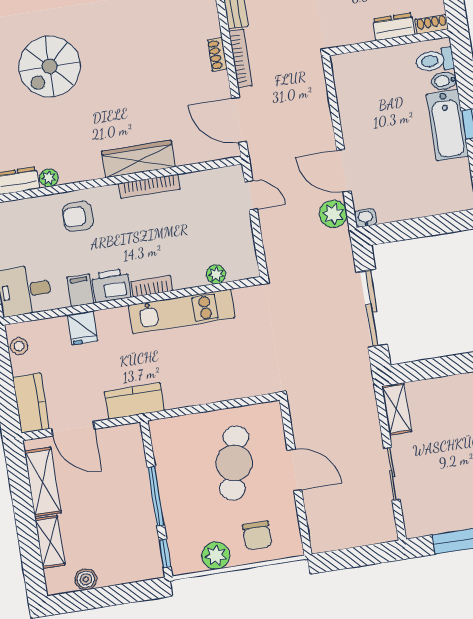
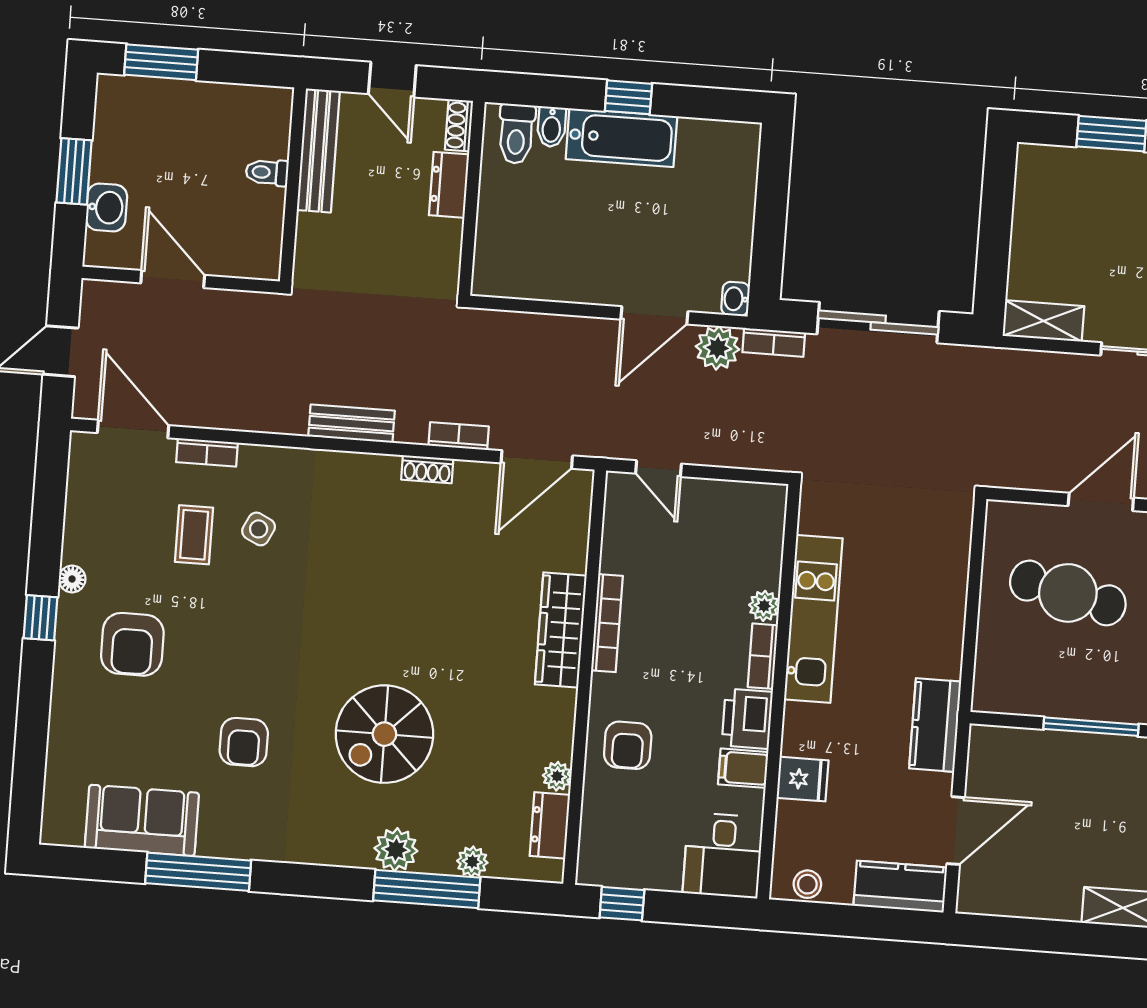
bookcase: (240, 59) -> (459, 436), width x0.64
spiral stairs: (50, 66) -> (384, 734), turned 90
door: (251, 195) -> (659, 469), swing flipped
bookcase: (345, 247) -> (774, 342), added
plant: (216, 274) -> (764, 606), moved
shelving: (43, 482) -> (1027, 897), removed

